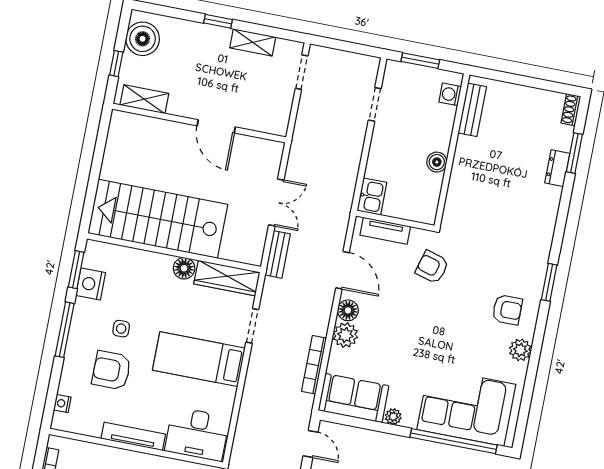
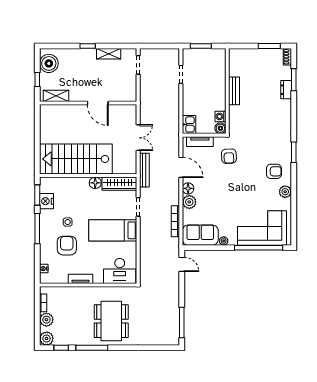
window: (542, 84) -> (269, 46), added
washing machine: (450, 94) -> (221, 116), moved
bench: (472, 110) -> (234, 91), moved
boiler: (437, 162) -> (220, 128), moved
bench: (278, 254) -> (144, 170), width x1.36
armchair: (432, 267) -> (229, 156), turned -109
armchair: (111, 370) -> (67, 246), turned 90
tv unit: (133, 436) -> (80, 279), width x0.71

